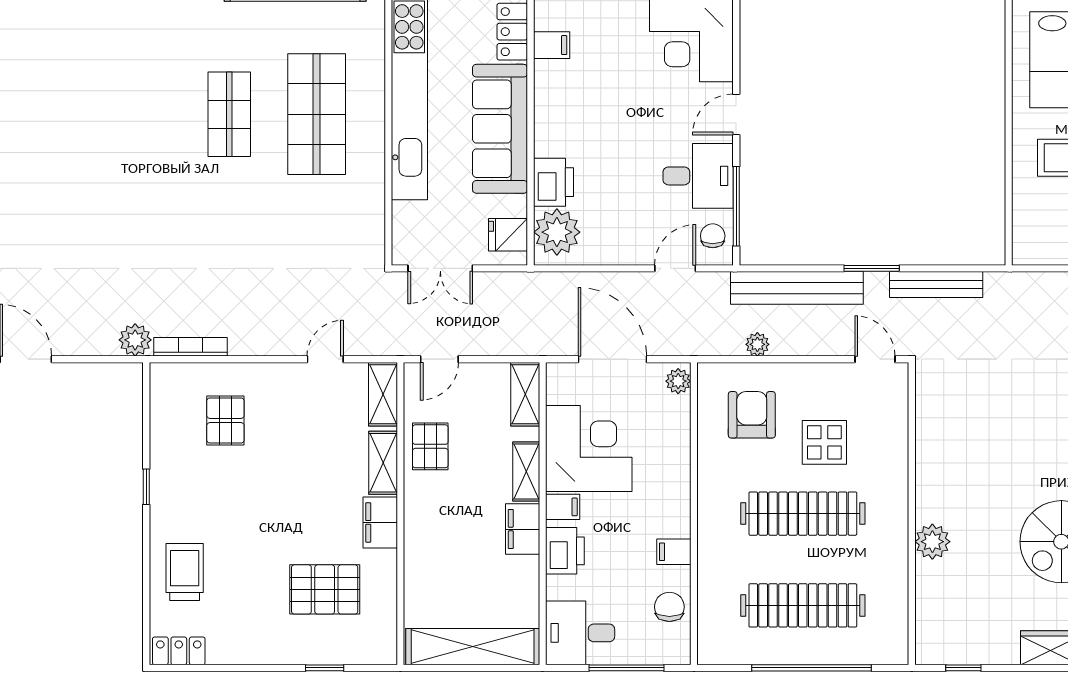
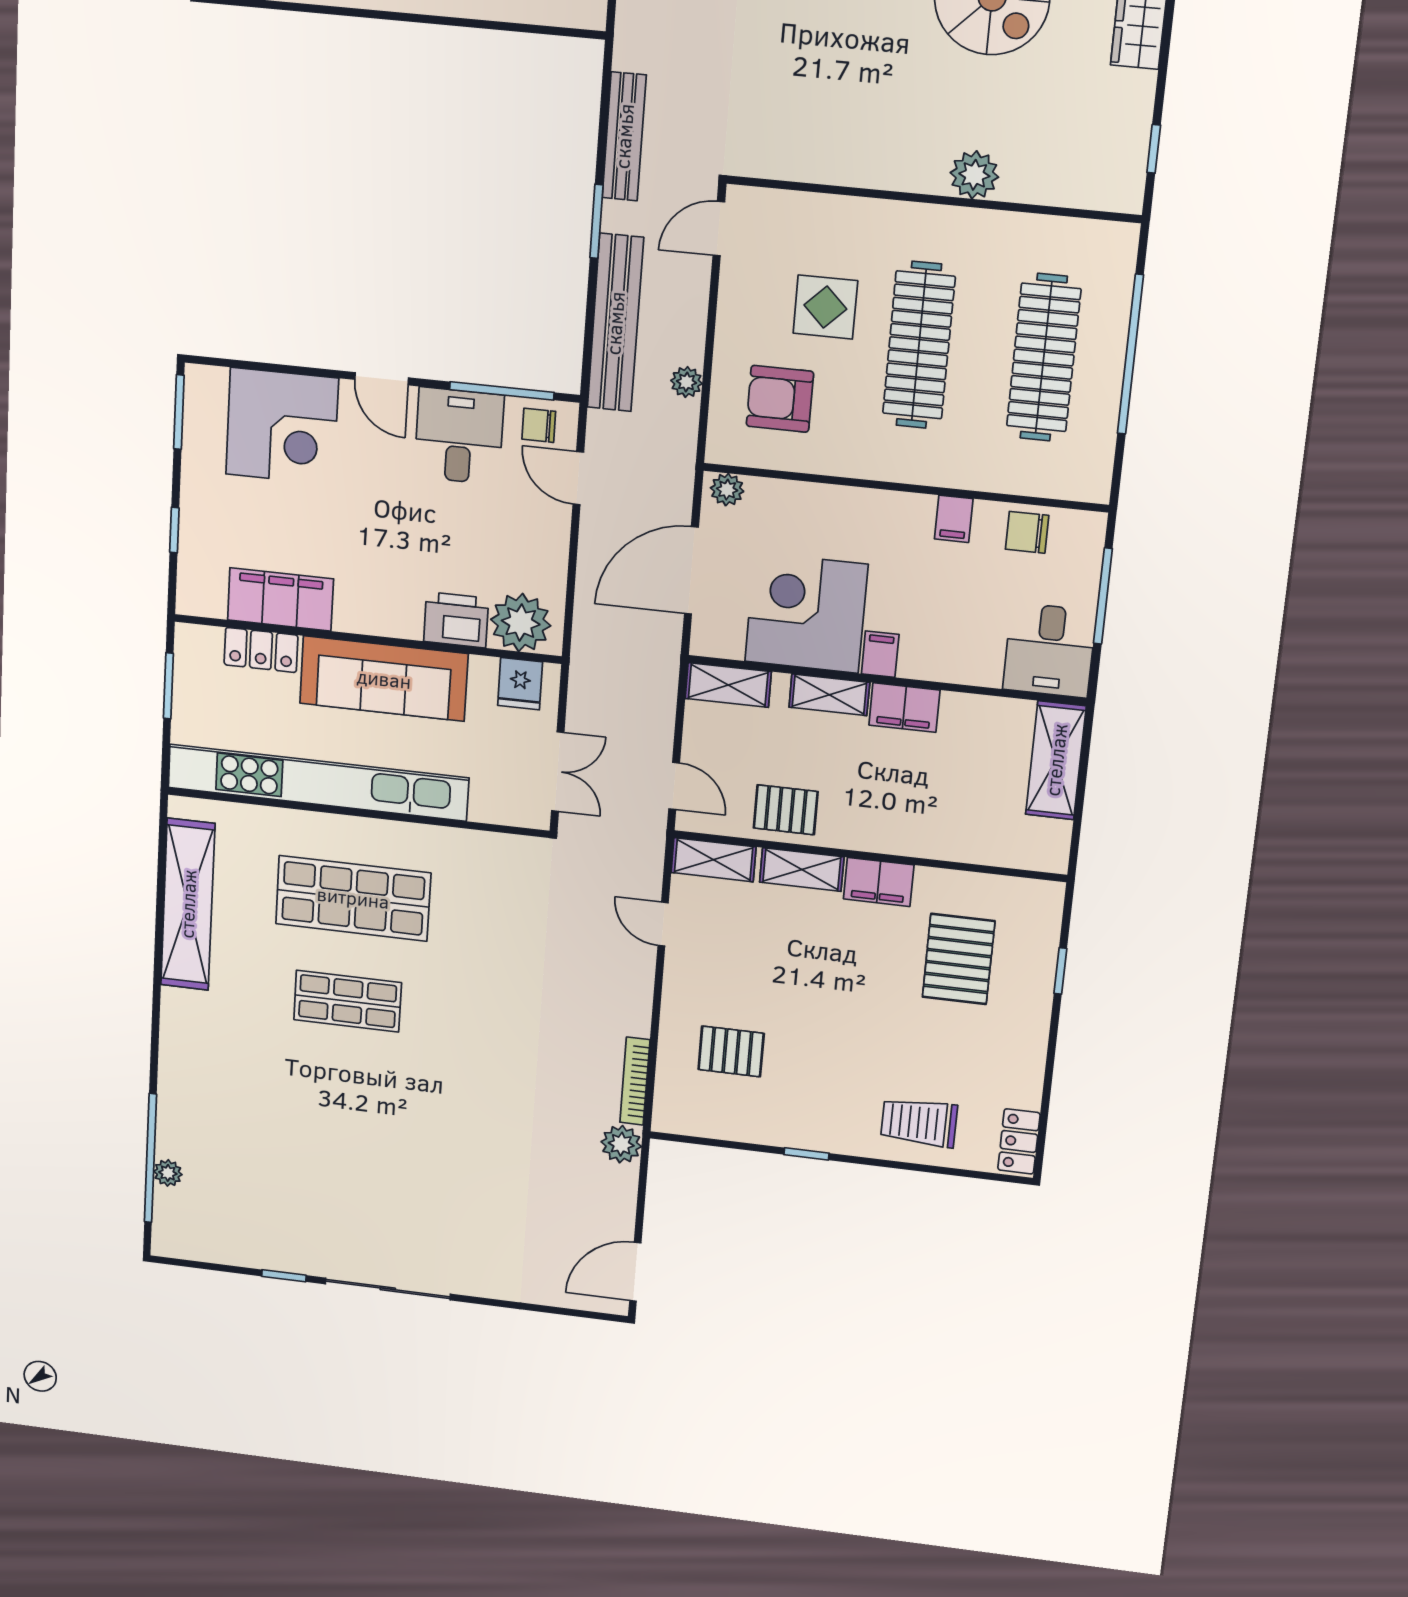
filing cabinet: (552, 45) -> (280, 599), width x3.00, depth x1.17
printer: (565, 551) -> (939, 658), removed
shelving: (473, 647) -> (1056, 760), width x0.68

